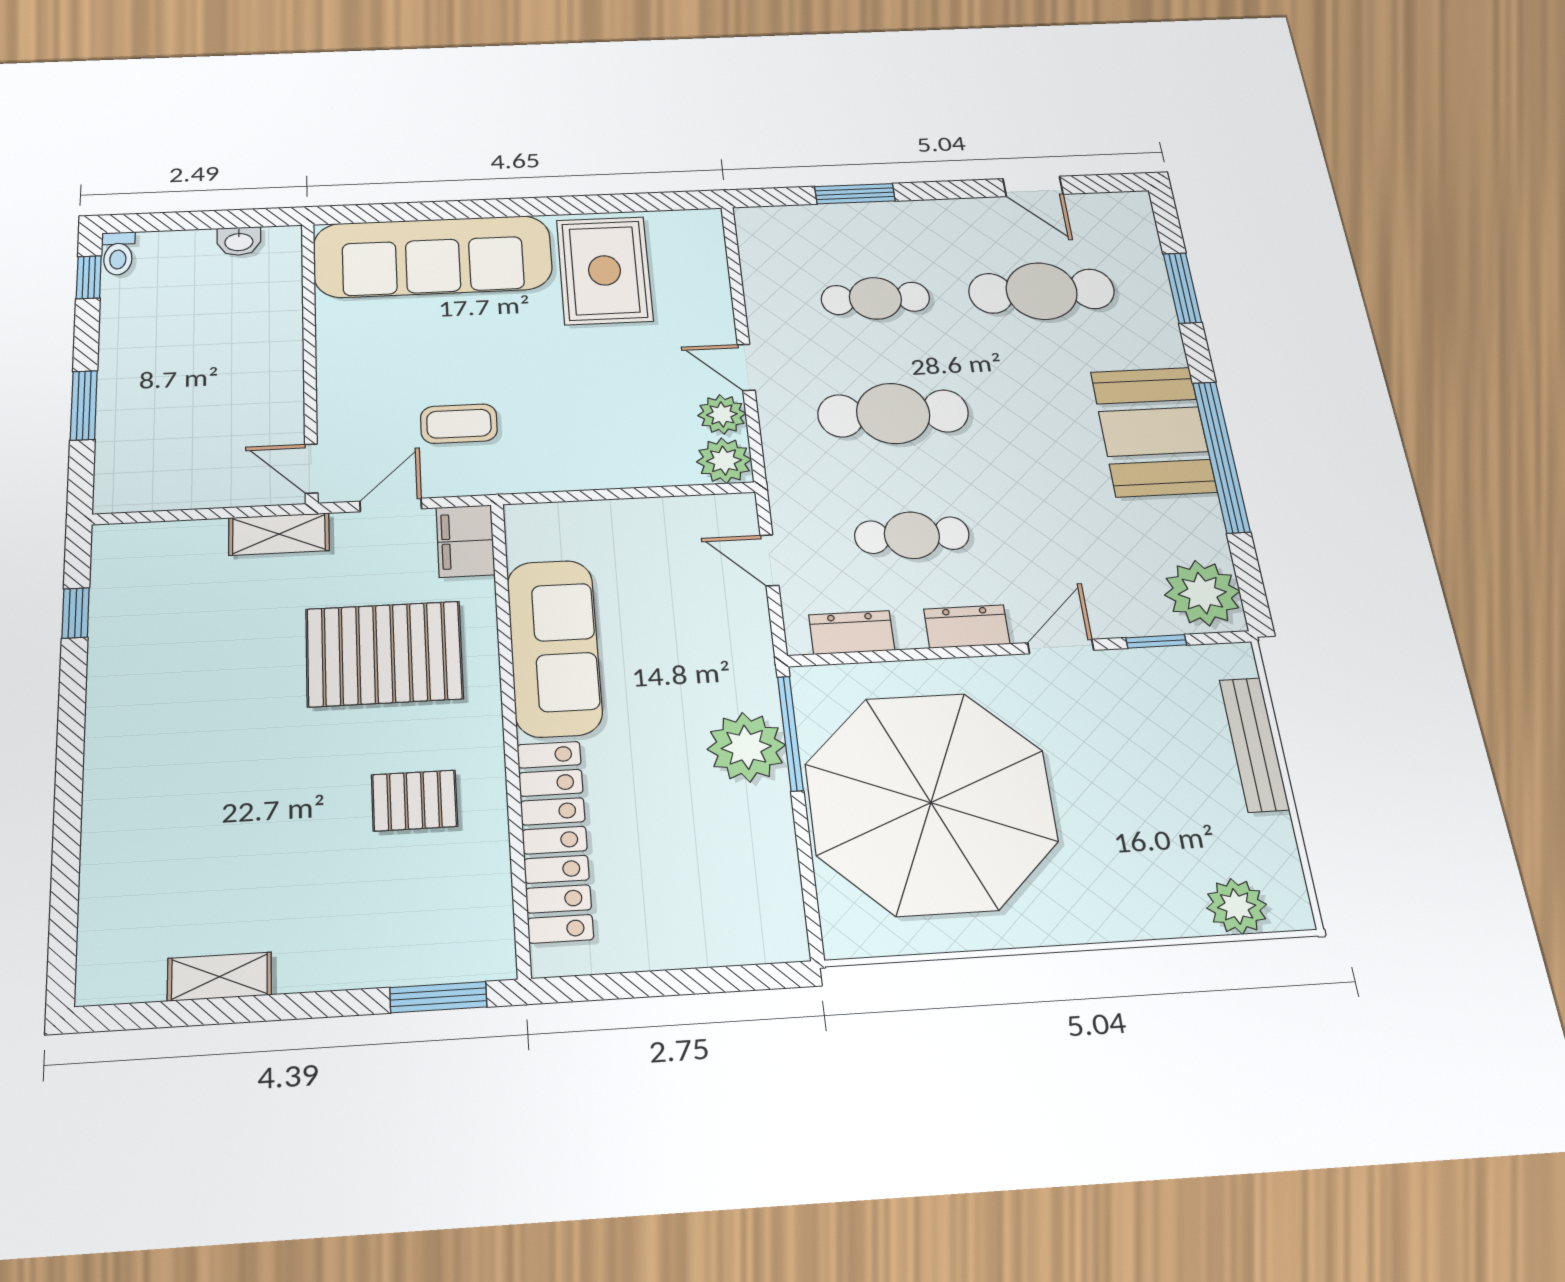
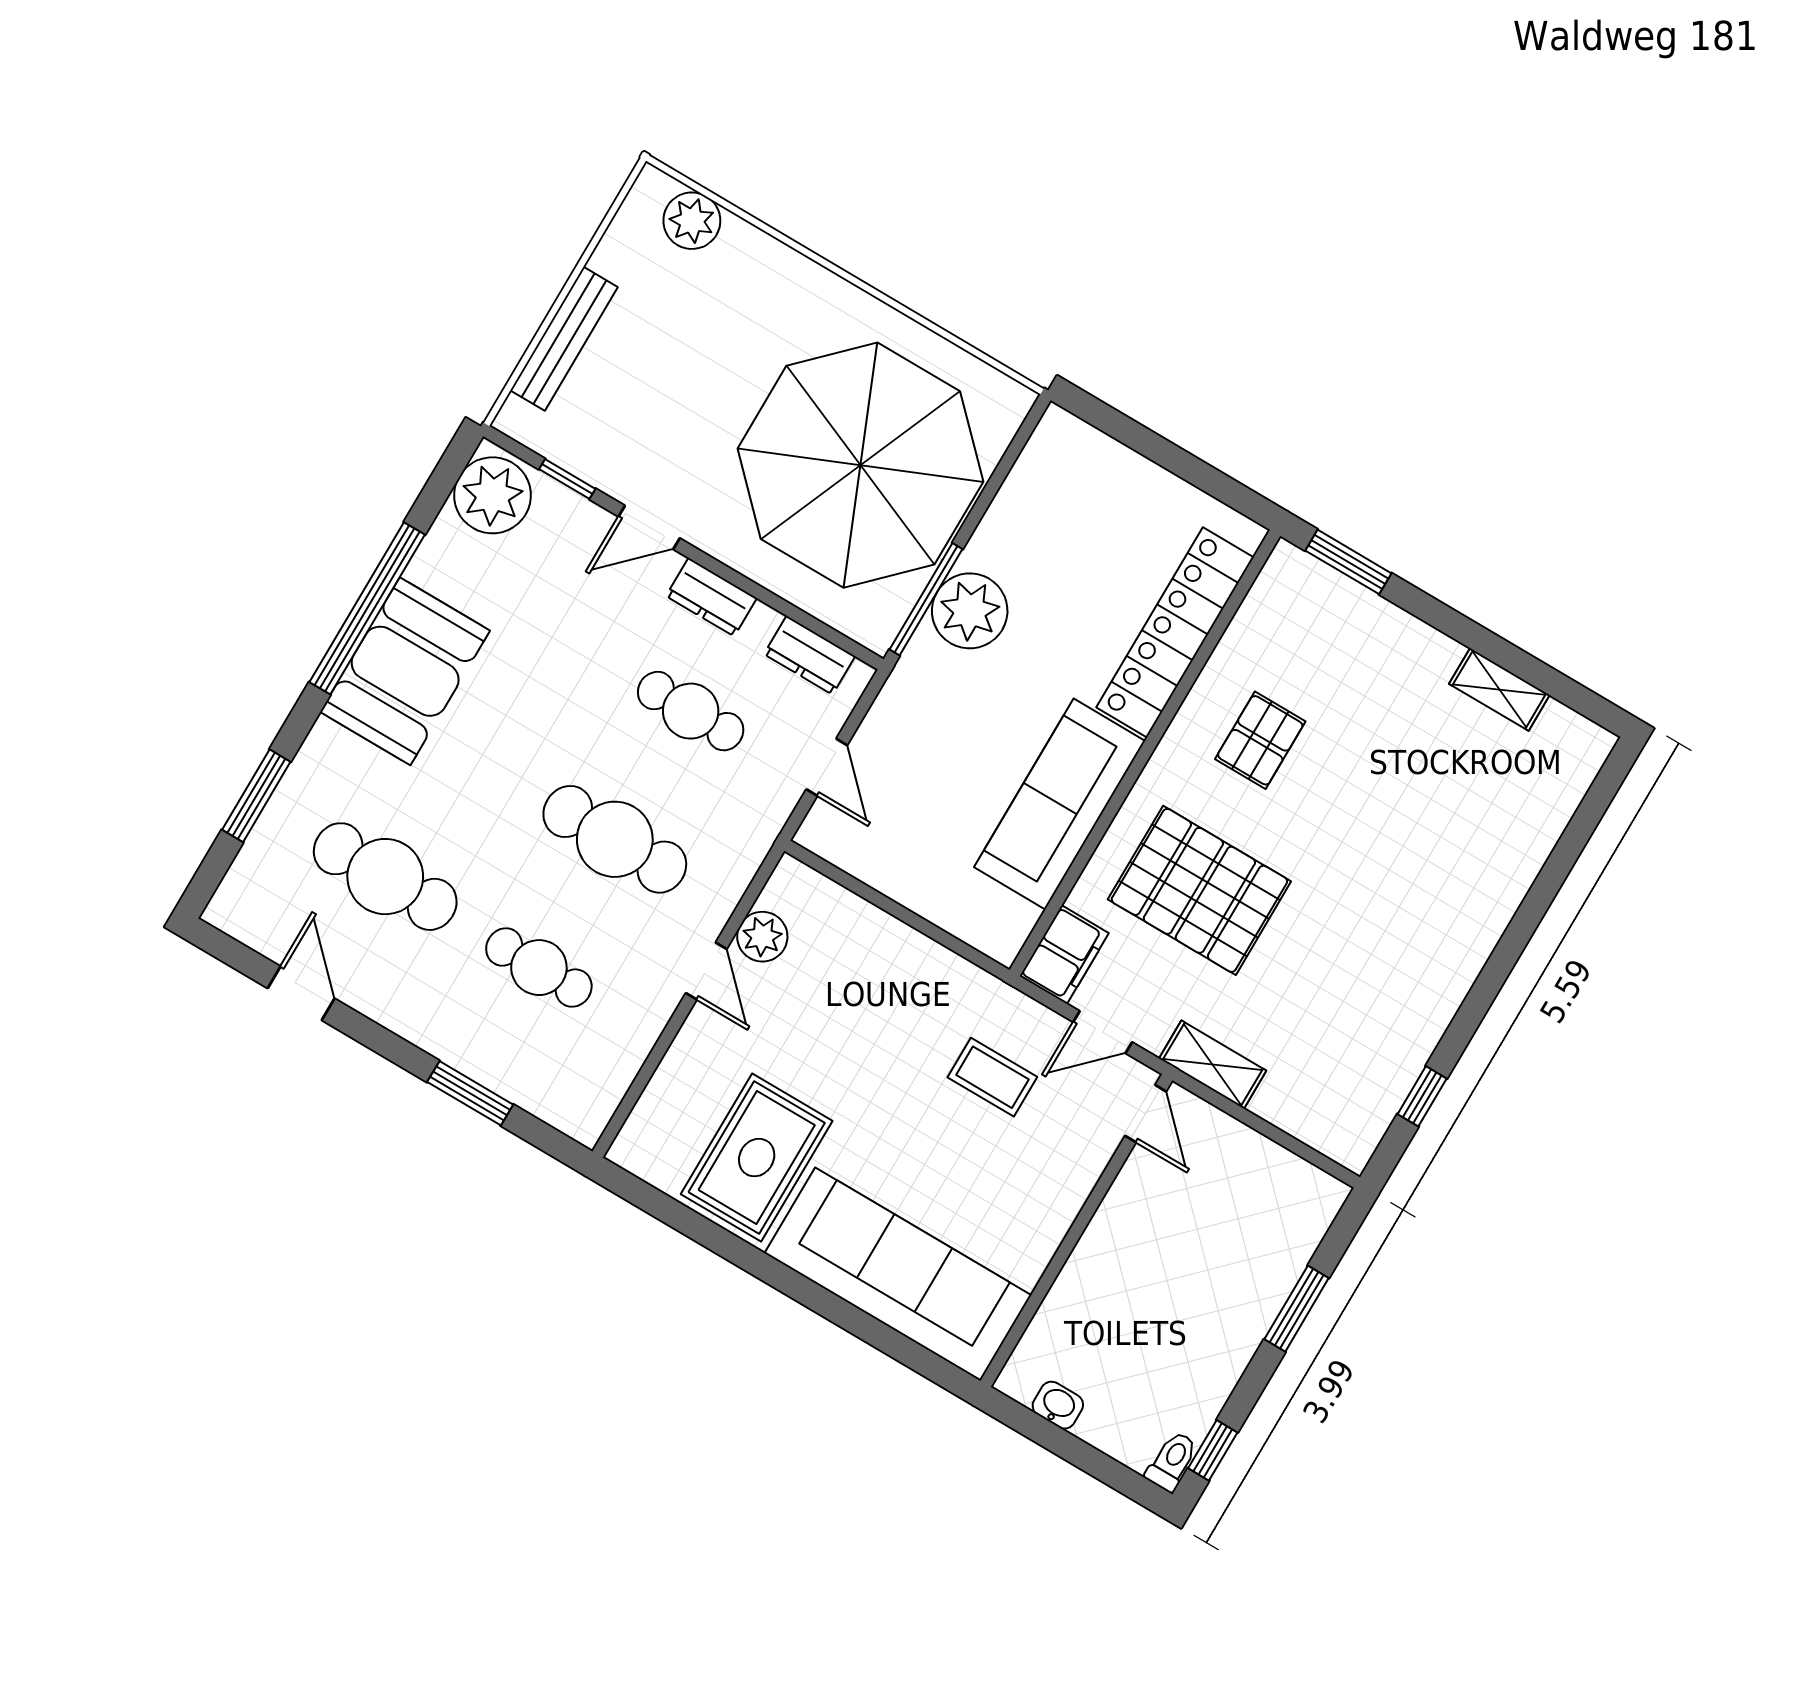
plant: (724, 461) -> (794, 889), removed
pallet: (414, 800) -> (1260, 740), turned 90

